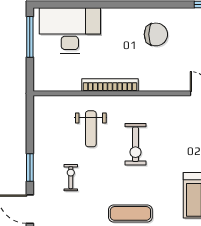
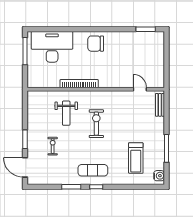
chair: (156, 34) -> (96, 44), moved, turned 180
exercise bike: (135, 144) -> (96, 124), turned 180

